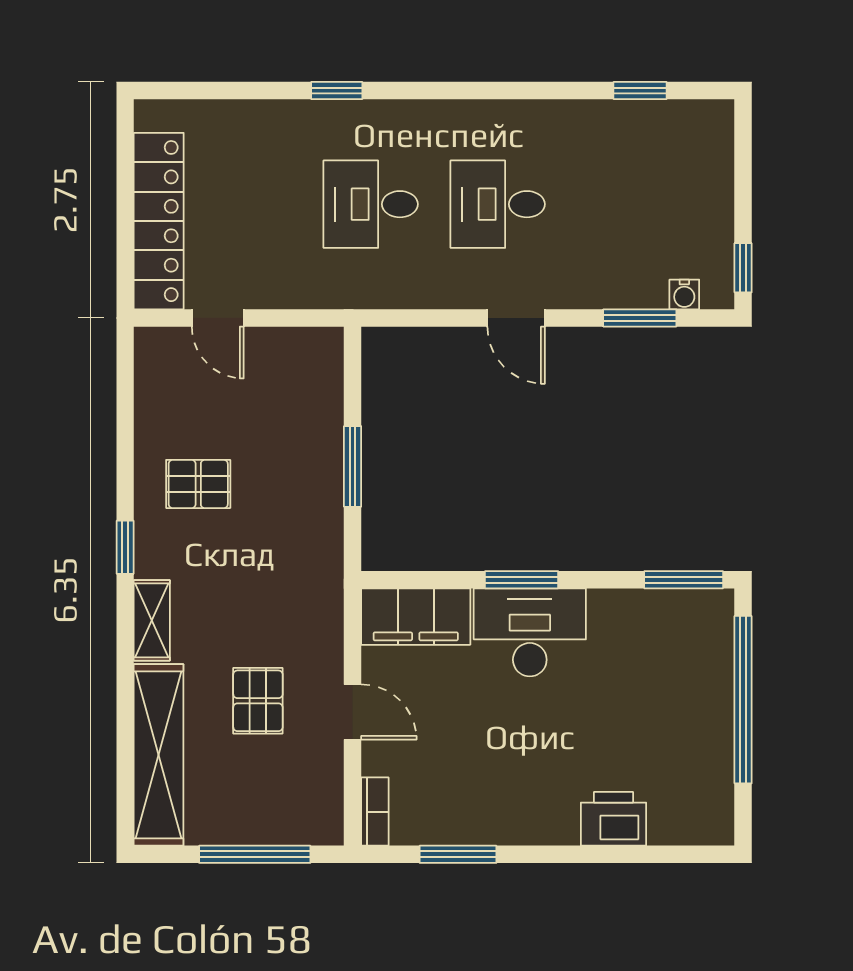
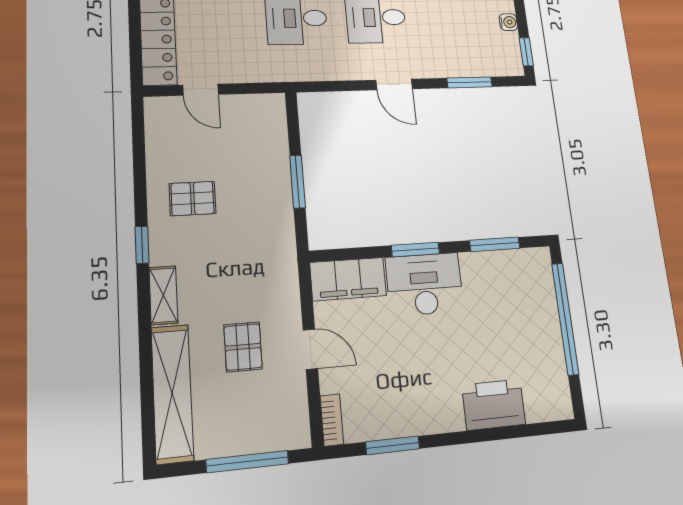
water cooler: (684, 294) -> (508, 22), moved, turned -90
window: (684, 580) -> (495, 244), moved
printer: (613, 819) -> (494, 405), width x1.37, depth x1.19

